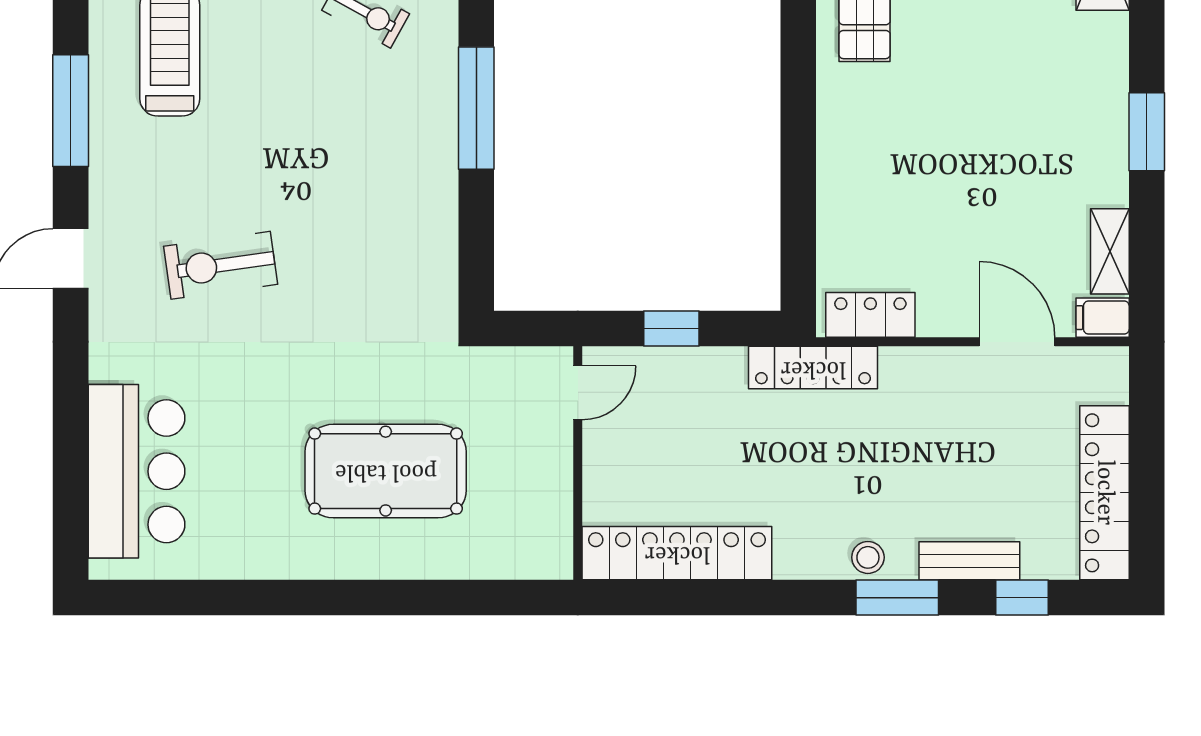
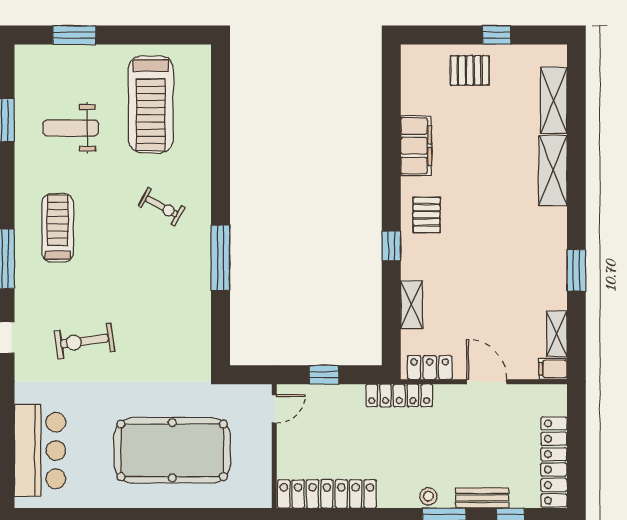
window: (798, 86) -> (391, 246), added
shelving: (836, 197) -> (411, 305), added
door: (1017, 342) -> (487, 382), moved
pool table: (386, 471) -> (172, 450), width x1.36, depth x1.32

